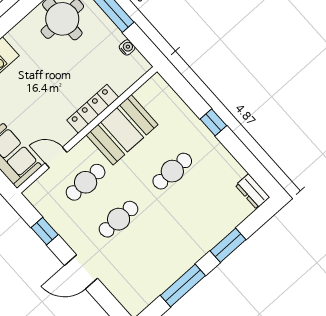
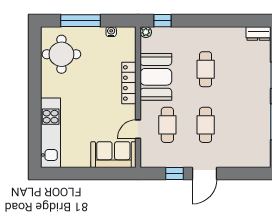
plant: (157, 81) -> (146, 32), added
window: (213, 122) -> (163, 21), moved
door: (81, 272) -> (204, 174), moved

